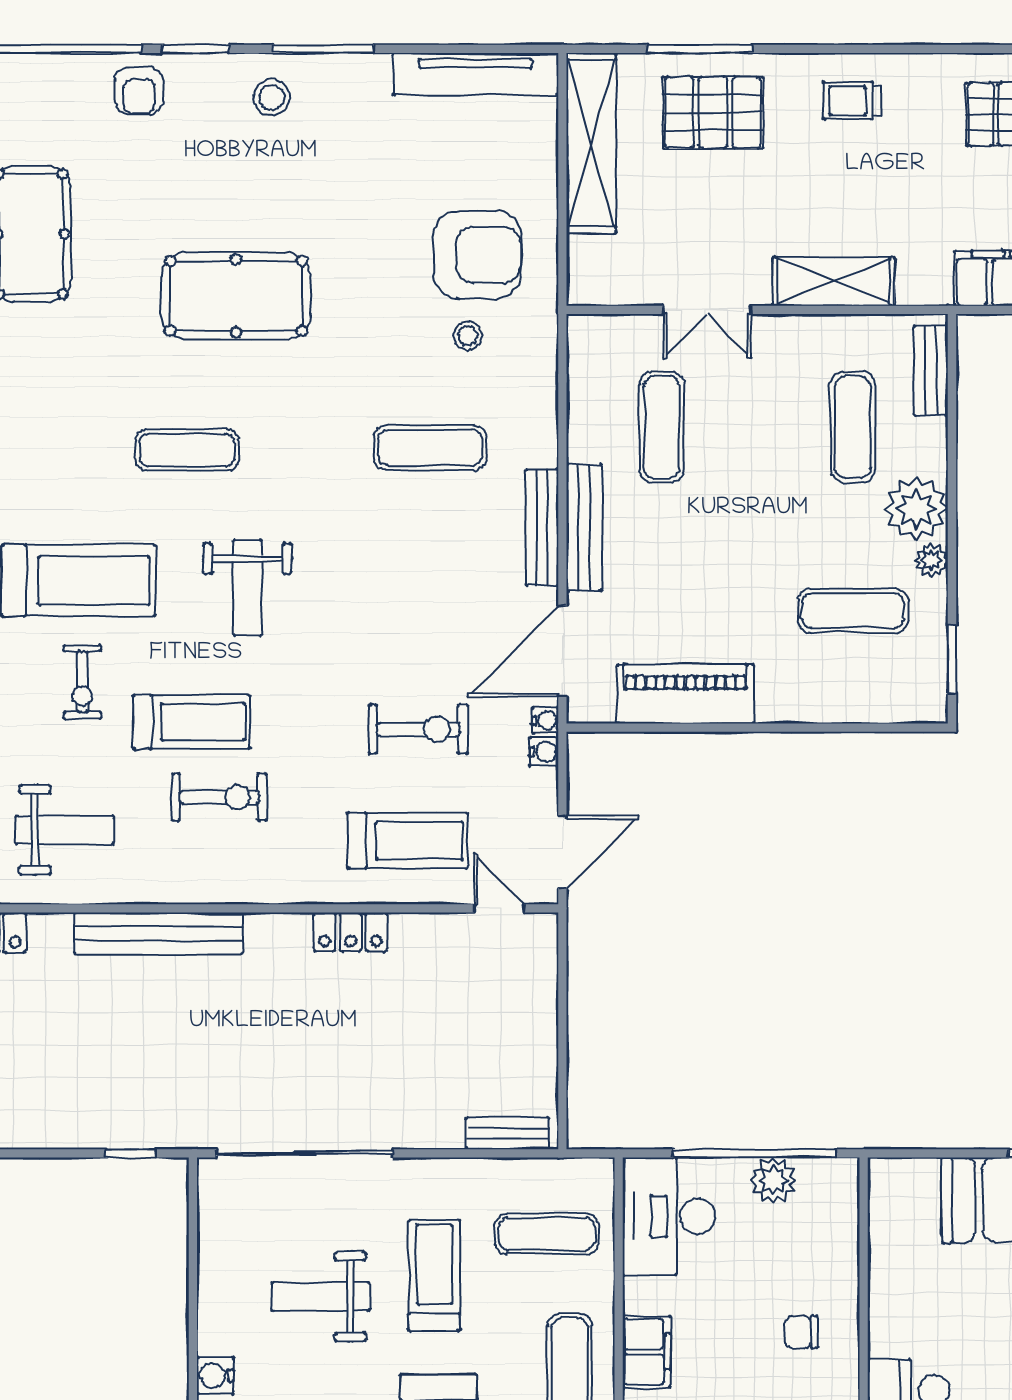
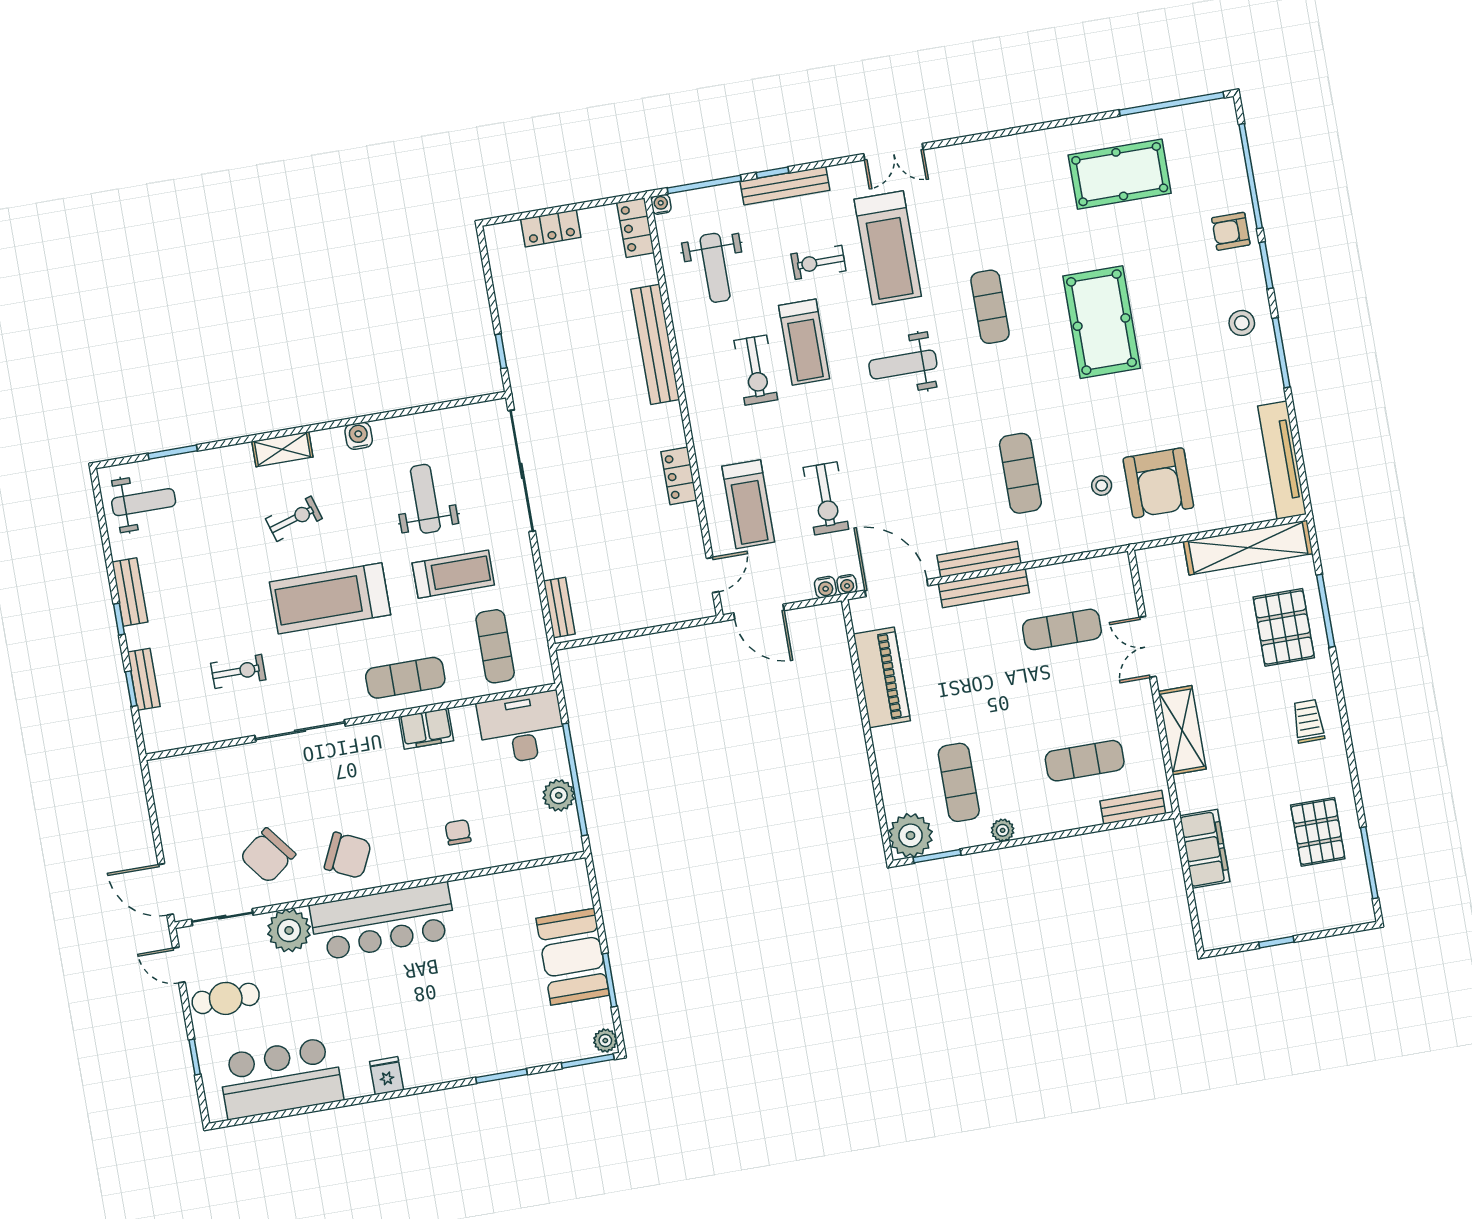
plant: (916, 509) -> (911, 835), moved

